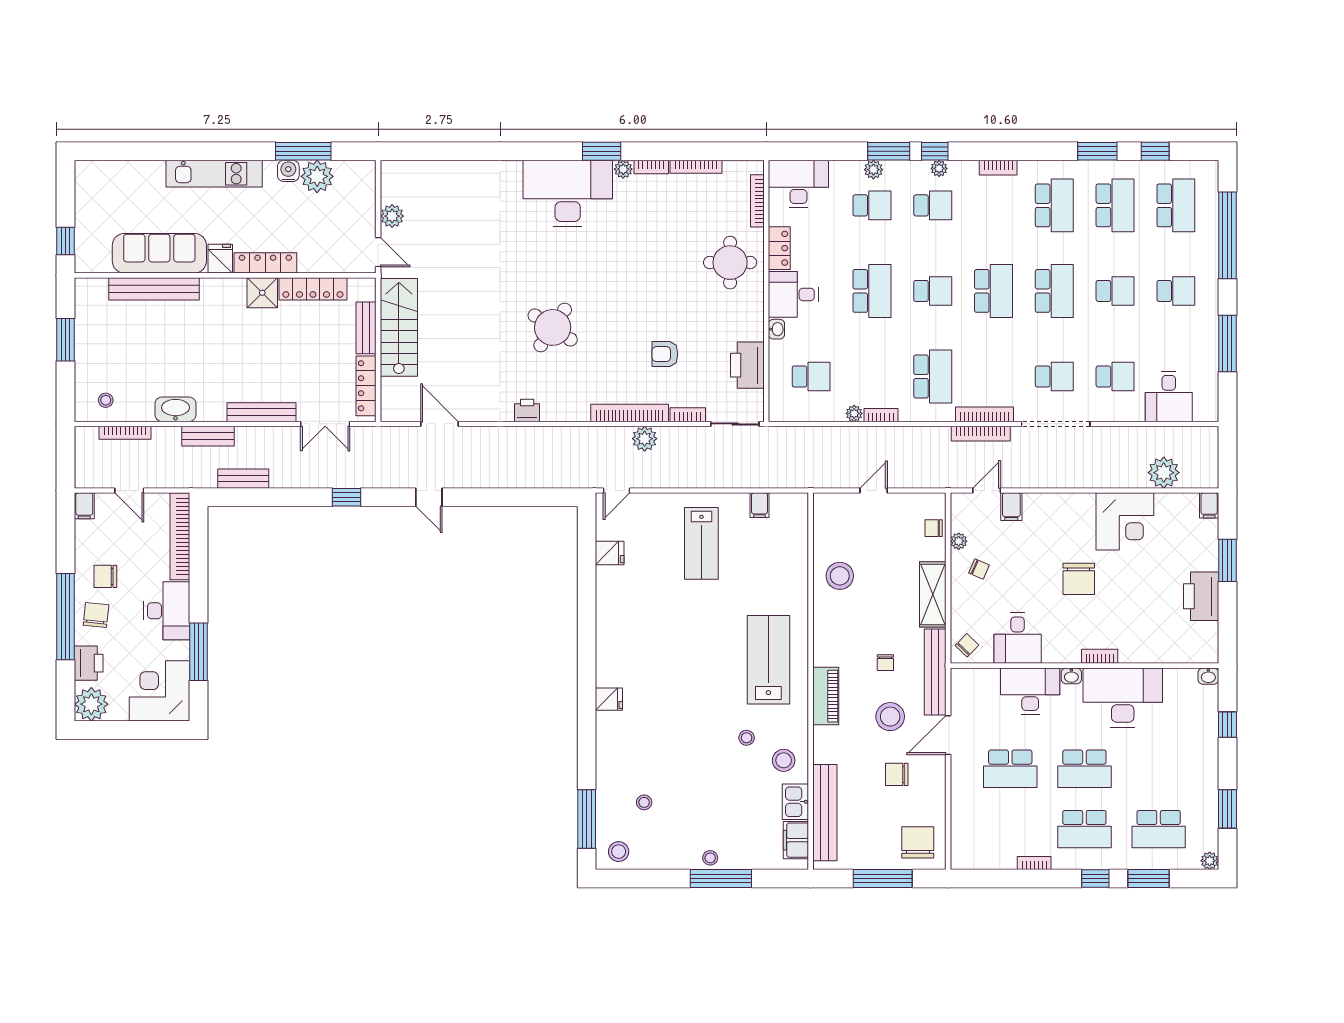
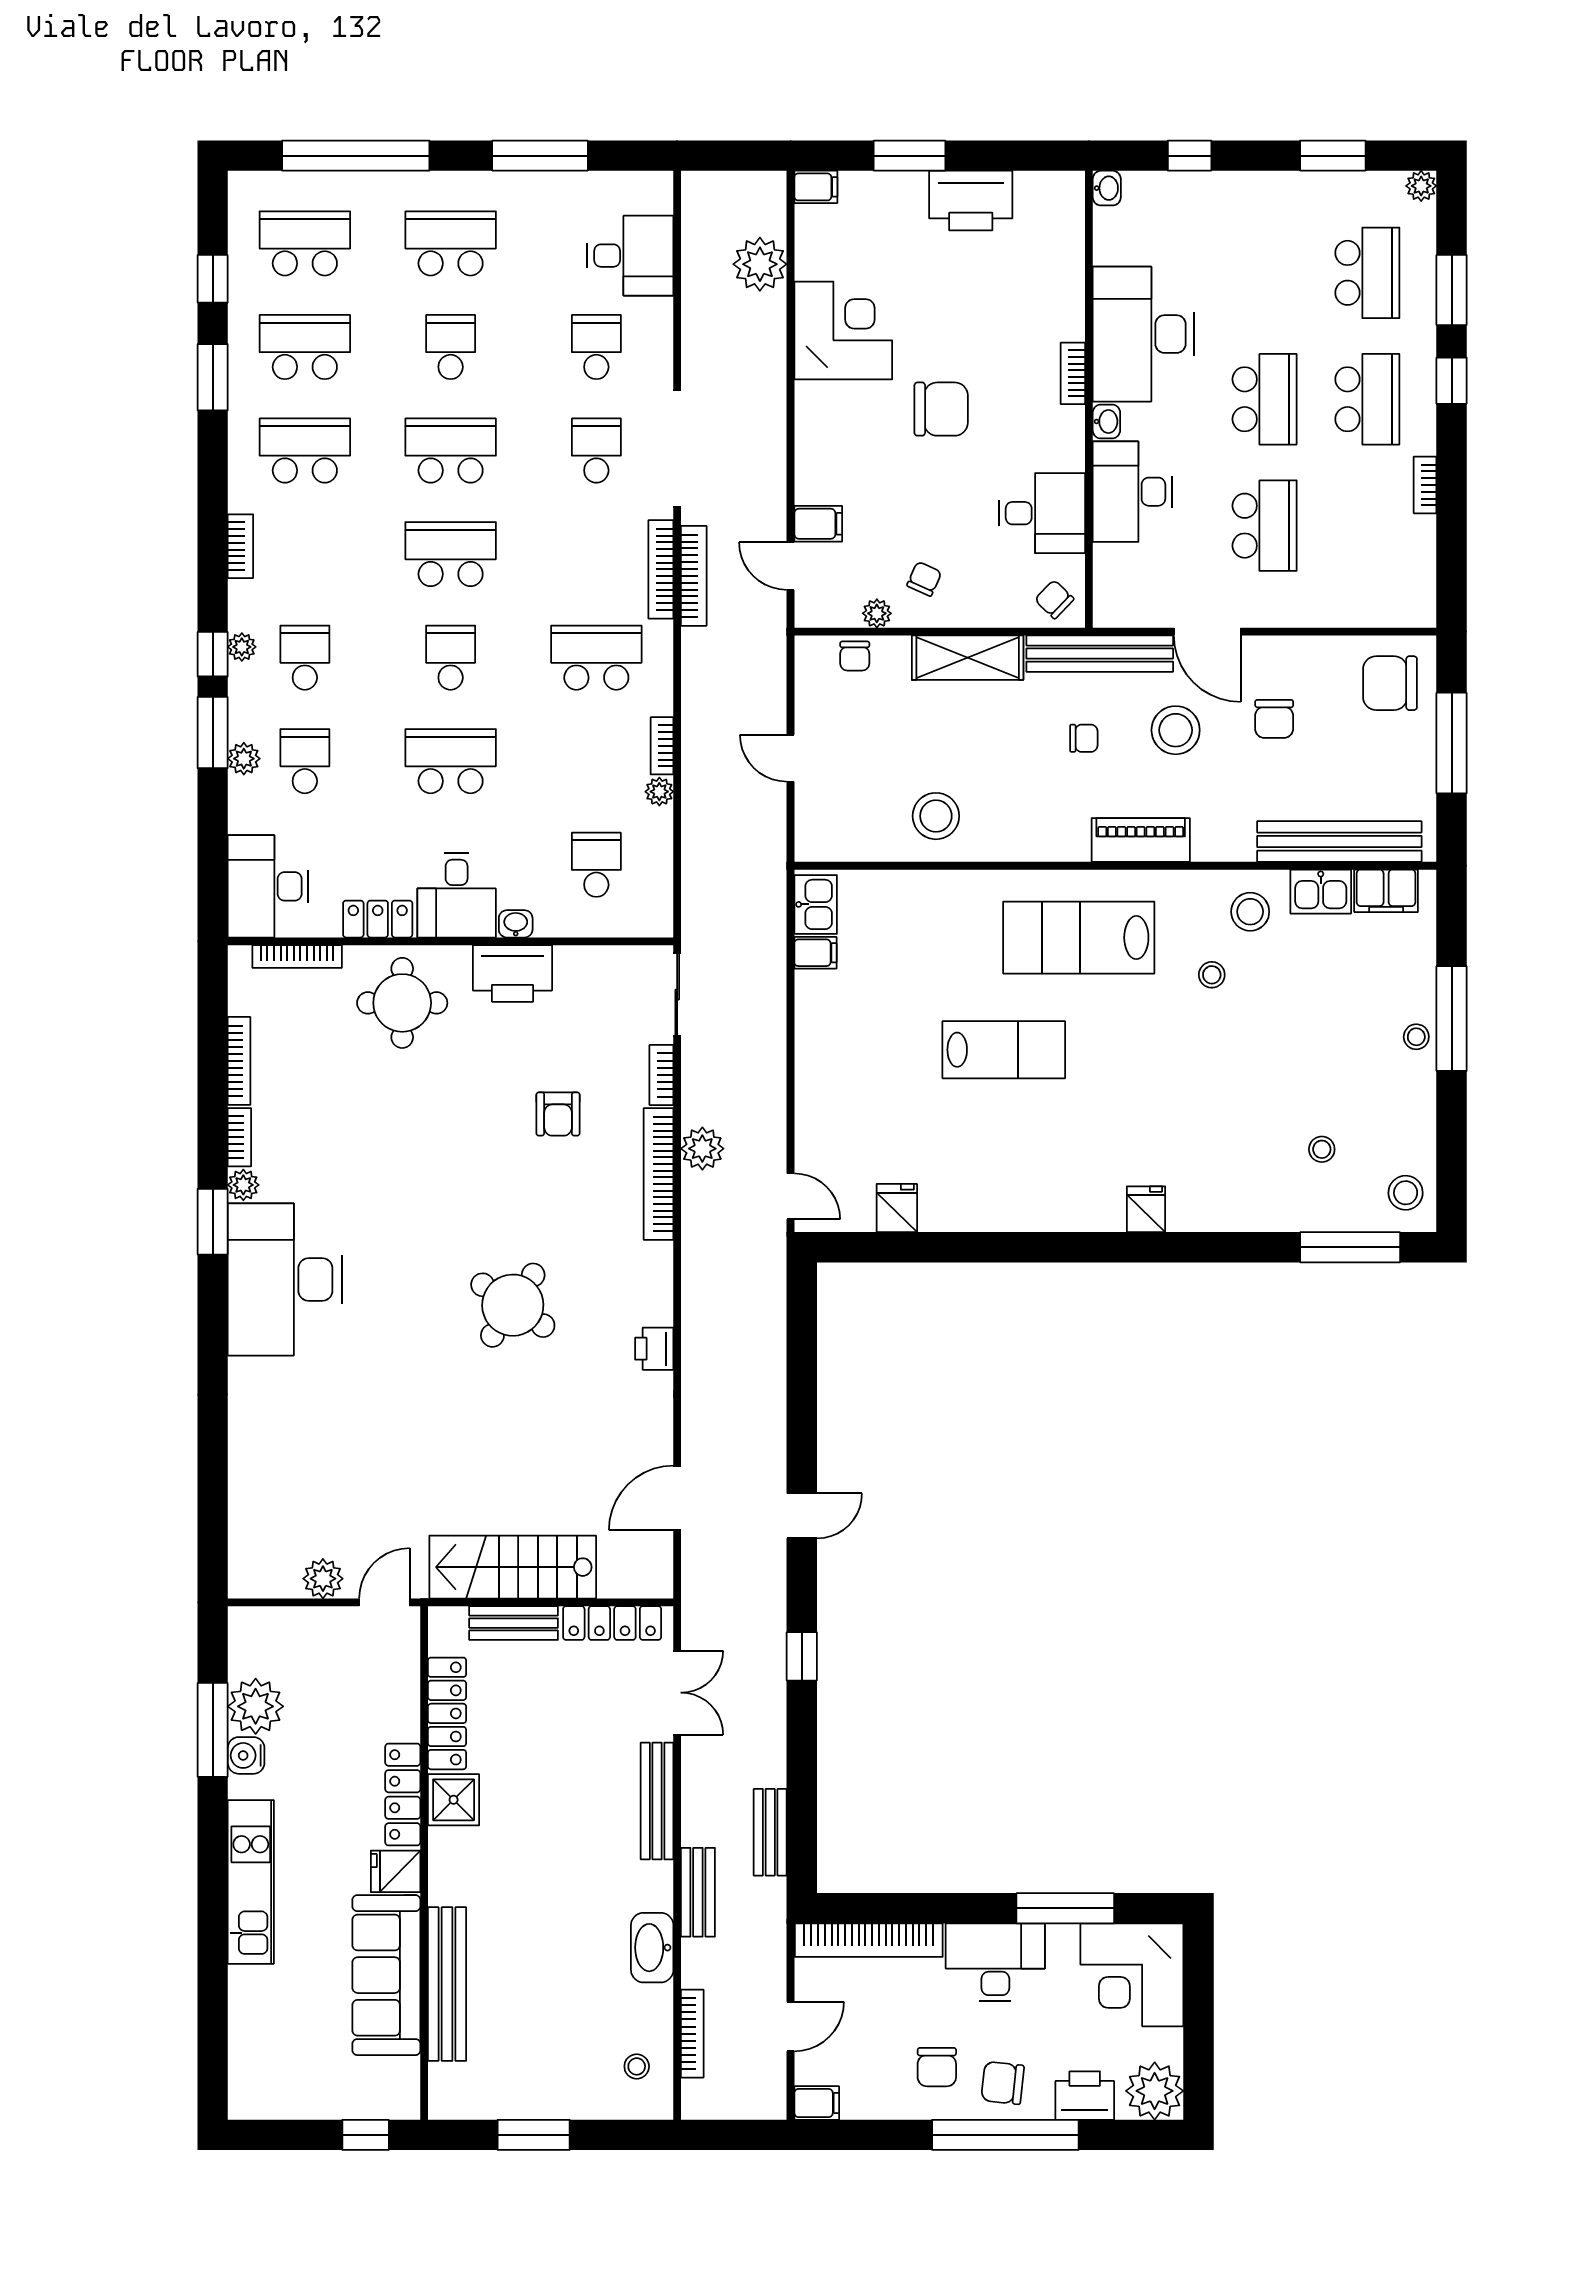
school desk: (1176, 291) -> (451, 243), width x1.85
printer: (747, 365) -> (513, 973), moved
kitchen sink: (788, 505) -> (816, 904), added
lab bench: (701, 543) -> (1004, 1050), moved

